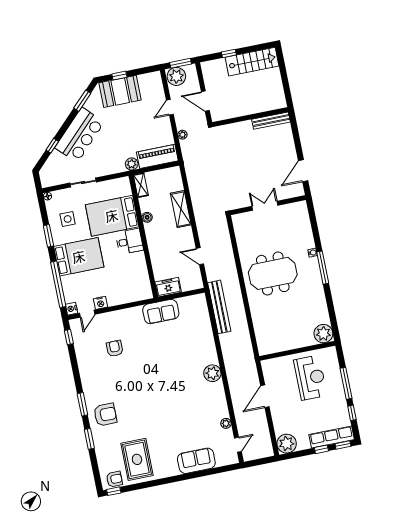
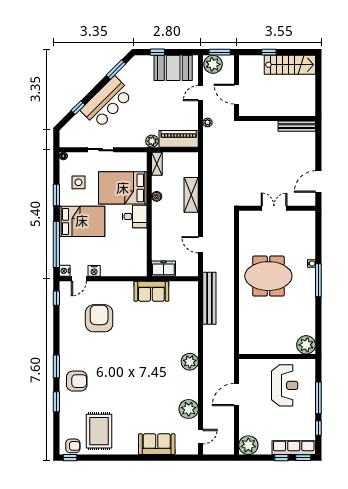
booth: (120, 91) -> (173, 68), moved
armchair: (115, 348) -> (99, 318), width x1.88, depth x1.88
plant: (226, 423) -> (189, 409), width x1.88, depth x1.88

